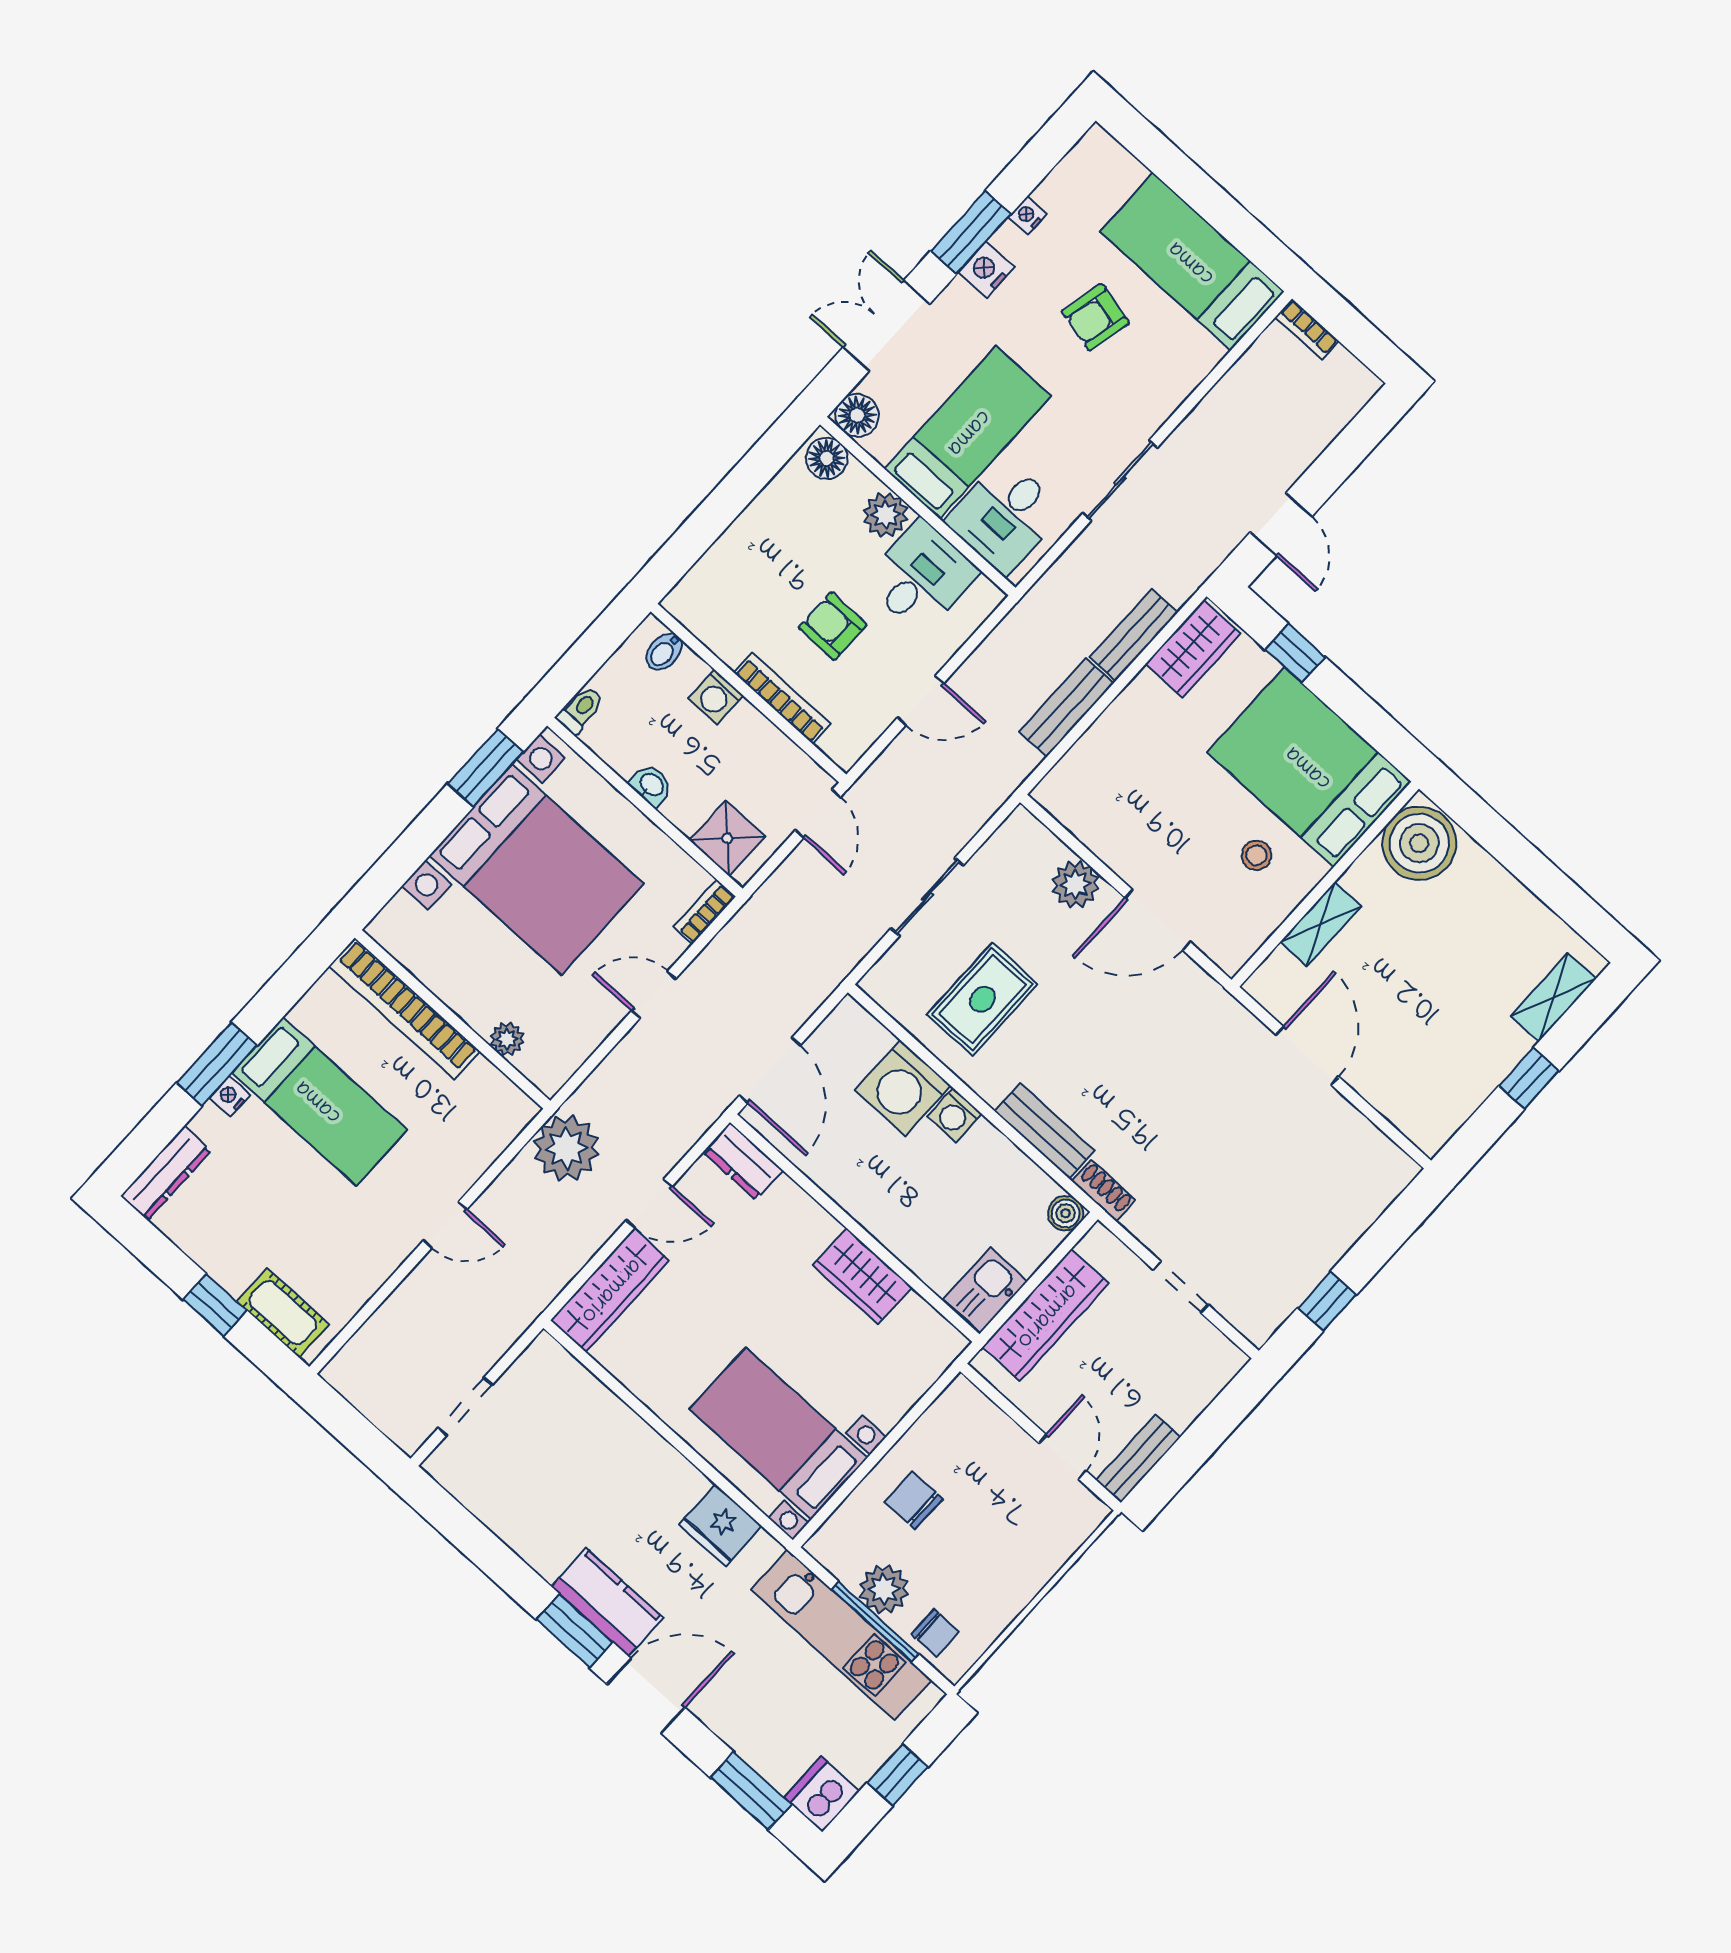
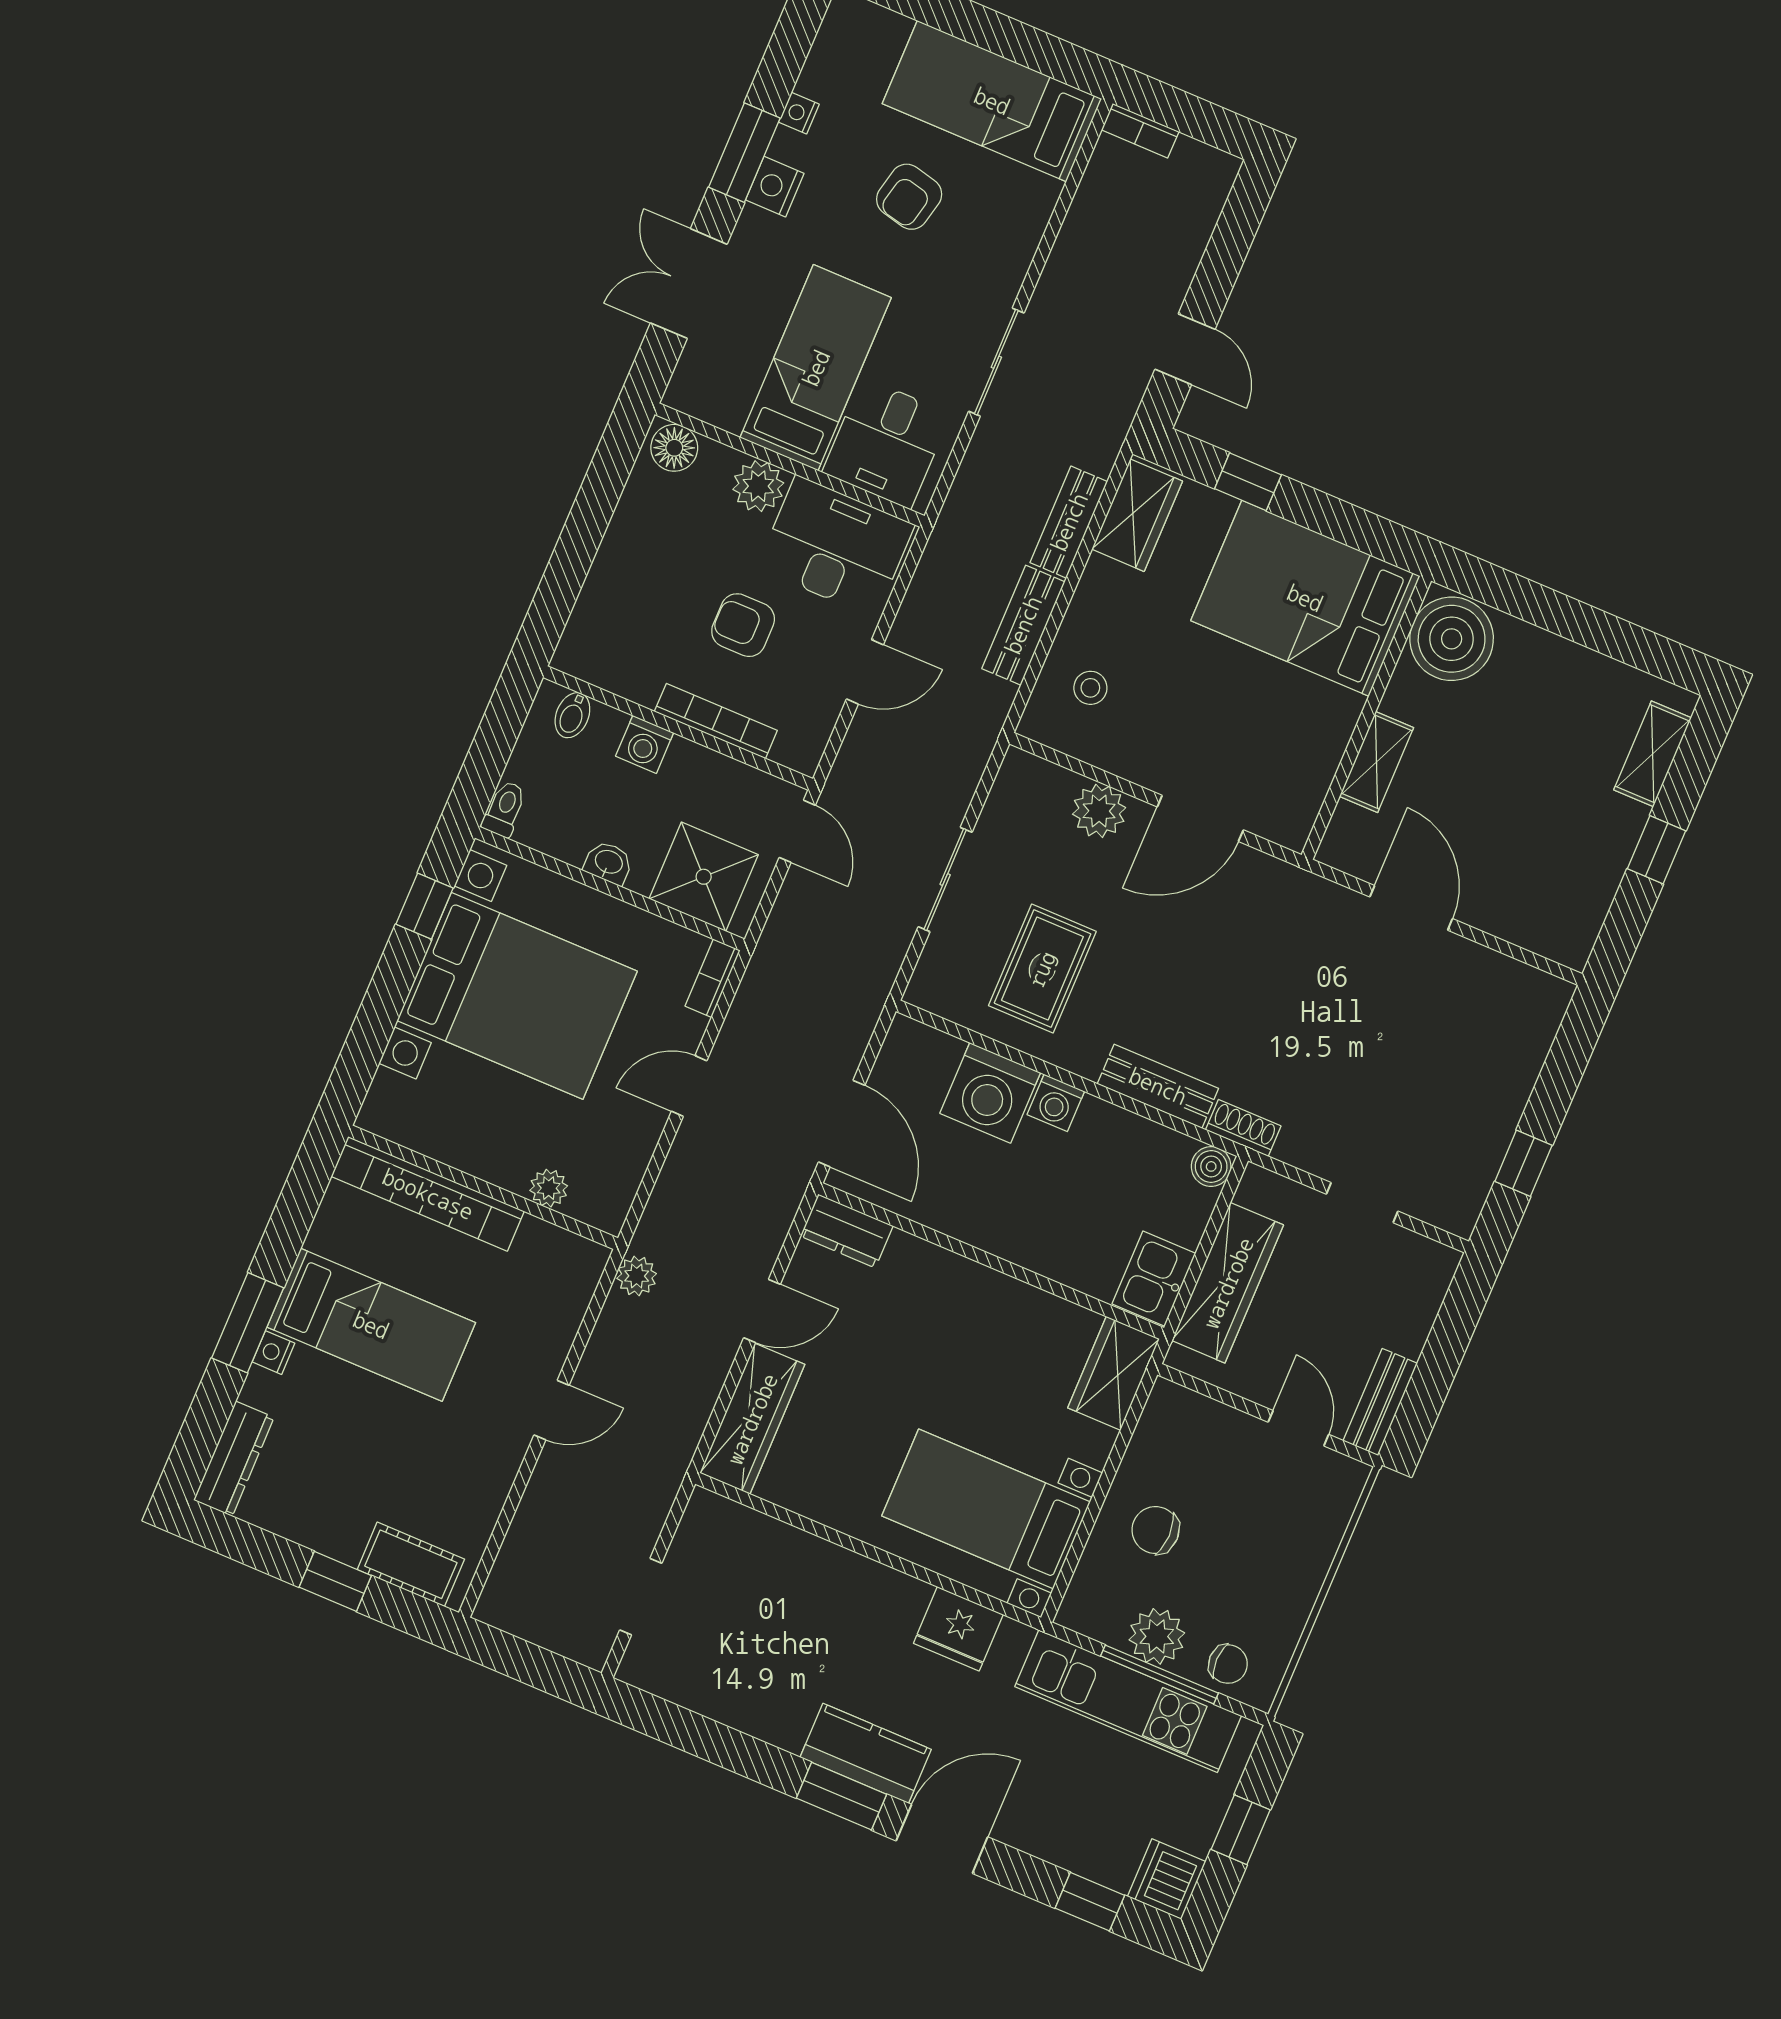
floor lamp: (857, 415) -> (691, 390), removed
desk: (921, 577) -> (836, 546), width x1.37
window: (485, 768) -> (425, 906), width x0.67
shower: (727, 838) -> (704, 877), width x1.36, depth x1.36
stool: (1256, 855) -> (1090, 688), moved
plant: (566, 1148) -> (637, 1276), width x0.53, depth x0.53
wardrobe: (862, 1276) -> (1114, 1373), moved, turned 90
window: (751, 1791) -> (1090, 1902), width x0.67

